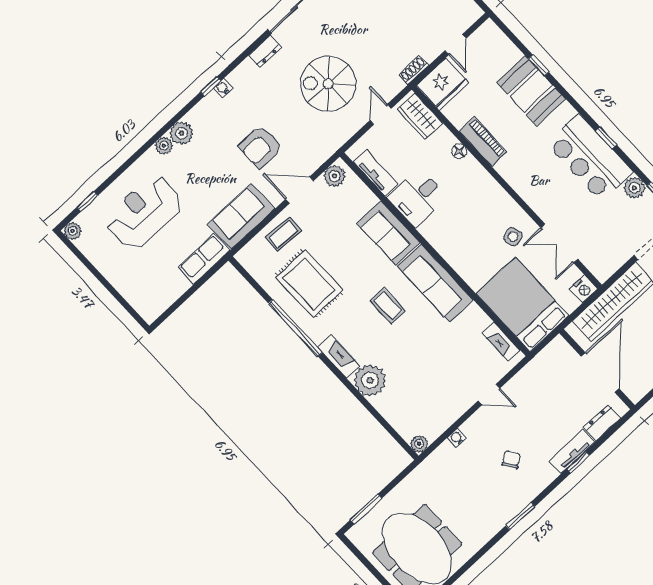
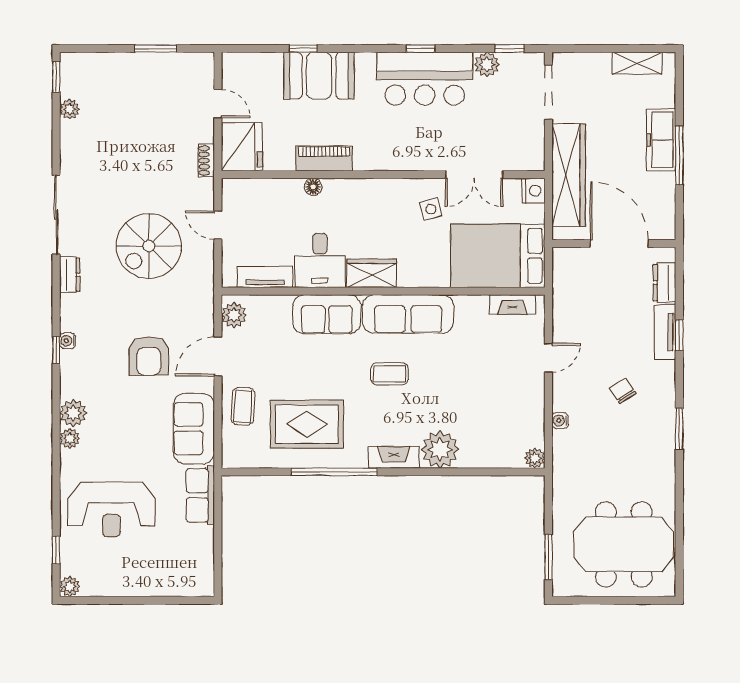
wardrobe: (420, 116) -> (371, 273), moved, turned 180
reception desk: (144, 212) -> (111, 510), turned -90

